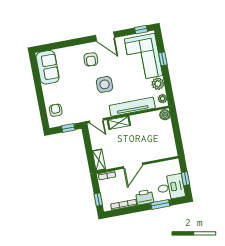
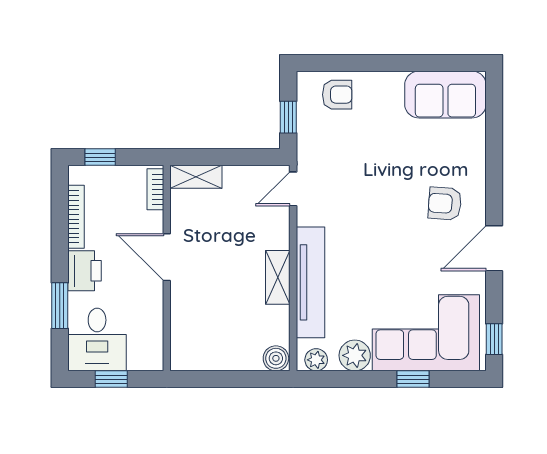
side table: (105, 84) -> (377, 225), removed
shelving: (119, 123) -> (278, 277), moved

